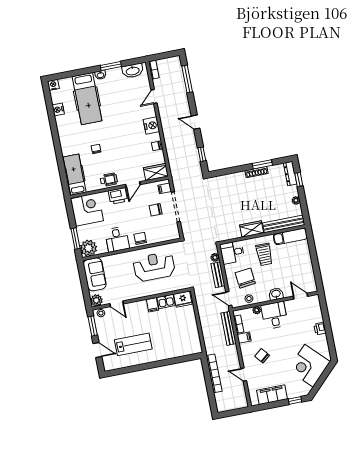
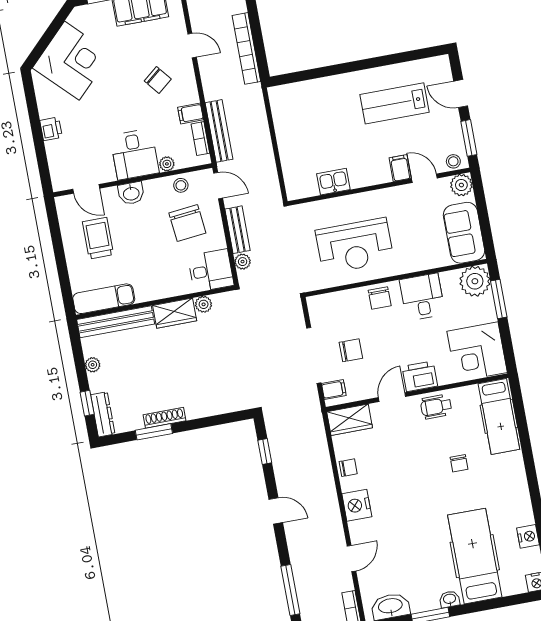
plant: (236, 234) -> (204, 304), added
trolley: (264, 254) -> (98, 238), moved
fridge: (183, 299) -> (302, 186), removed
filing cabinet: (152, 305) -> (400, 168), moved

